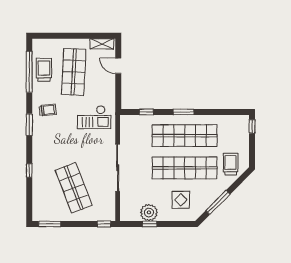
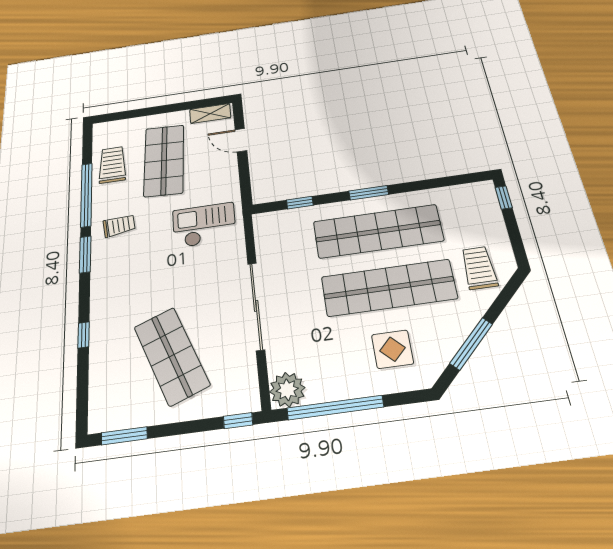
window: (29, 72) -> (86, 195), moved
checkout: (94, 117) -> (204, 225), turned 180
plant: (149, 213) -> (287, 390), moved
window: (150, 224) -> (335, 408), width x3.17

